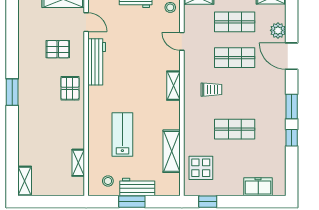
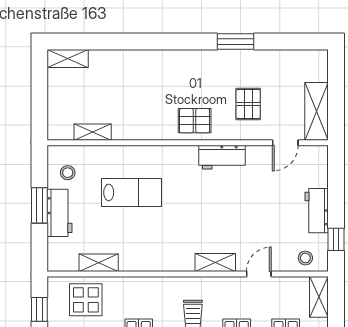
workbench: (97, 62) -> (222, 157), width x0.73
shelving: (174, 86) -> (215, 263), moved
window: (12, 92) -> (236, 42), moved
shelving: (172, 151) -> (99, 263), width x0.67, depth x0.75

